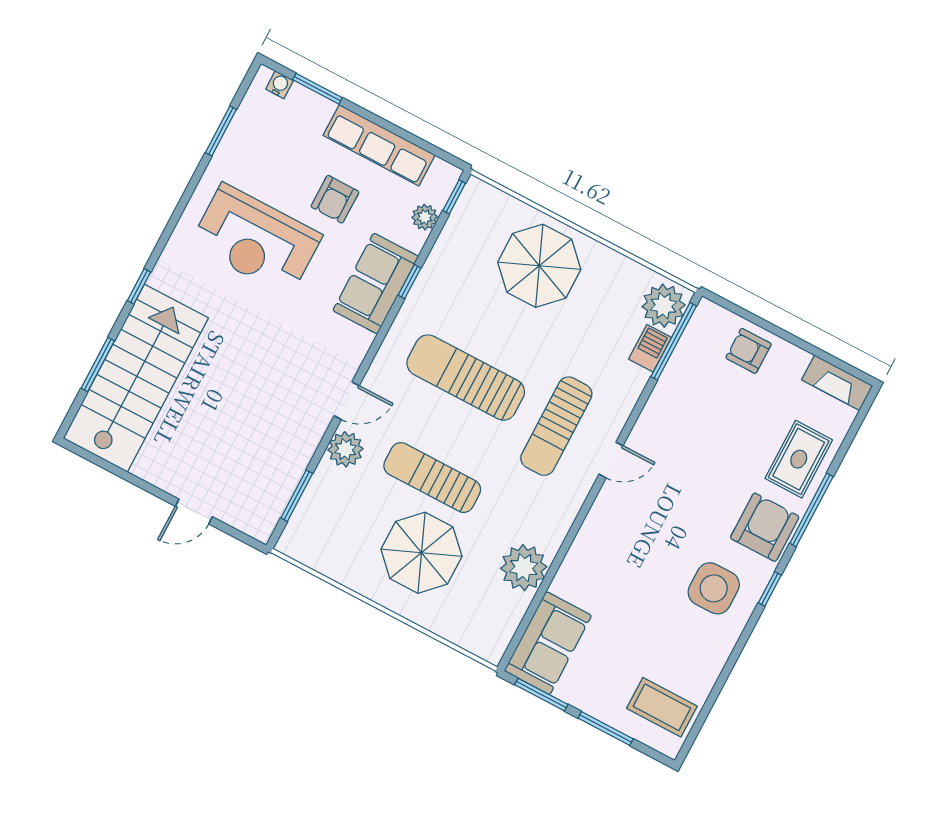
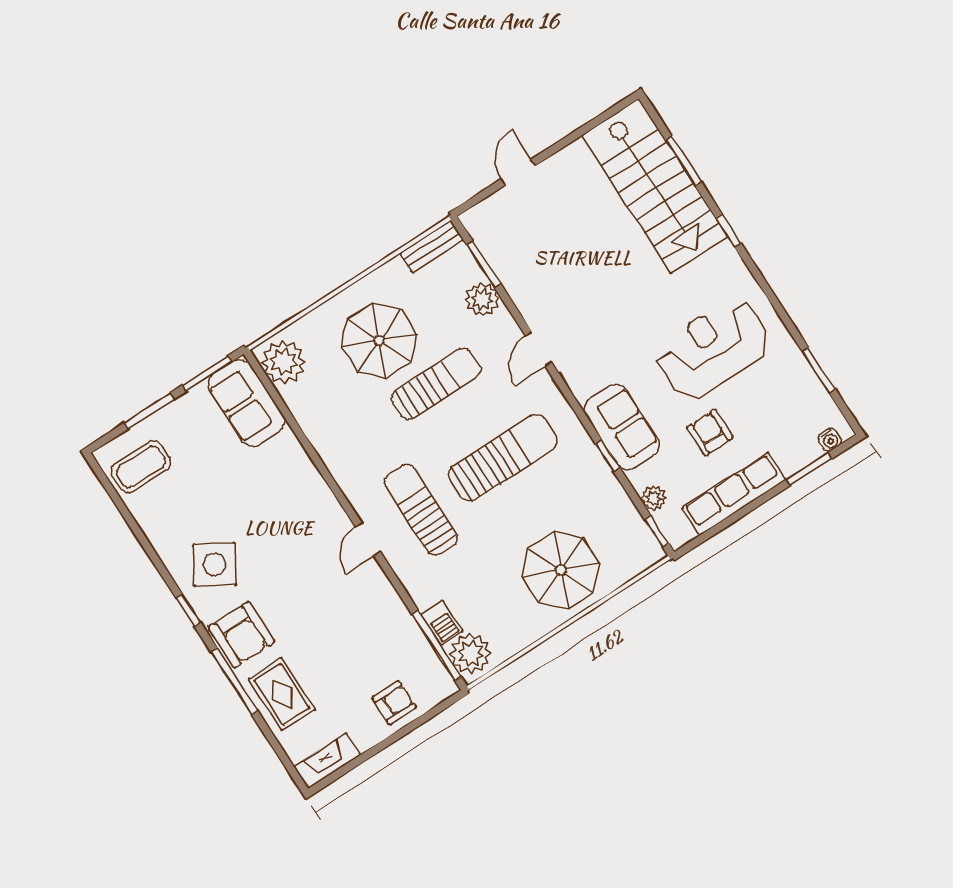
plant: (345, 449) -> (482, 299), moved
bench: (307, 553) -> (431, 246), added
plant: (524, 568) -> (284, 362), moved
side table: (714, 588) -> (215, 564), turned 31

